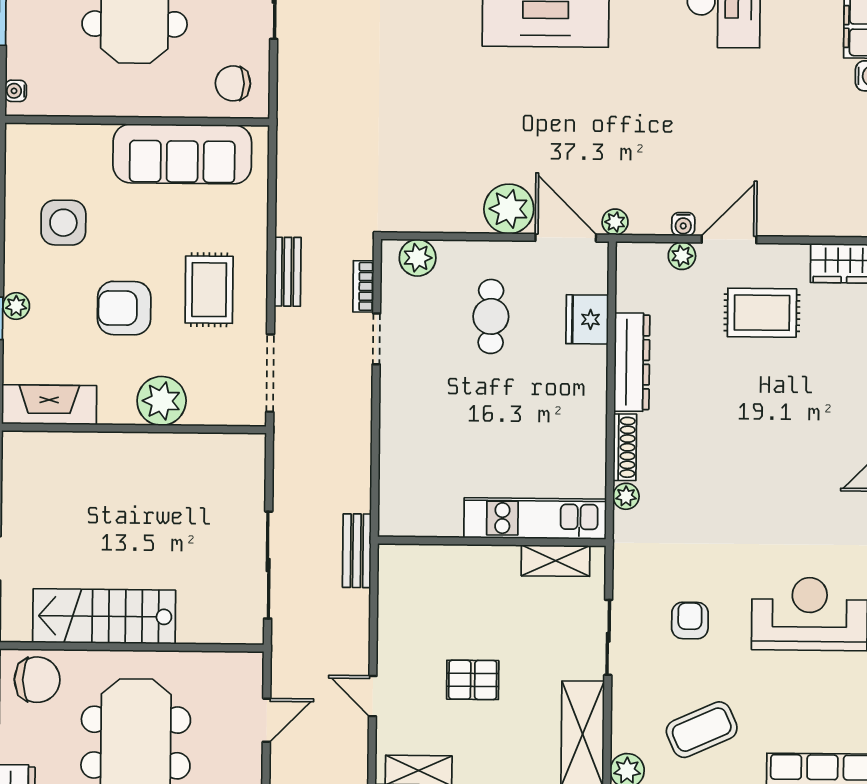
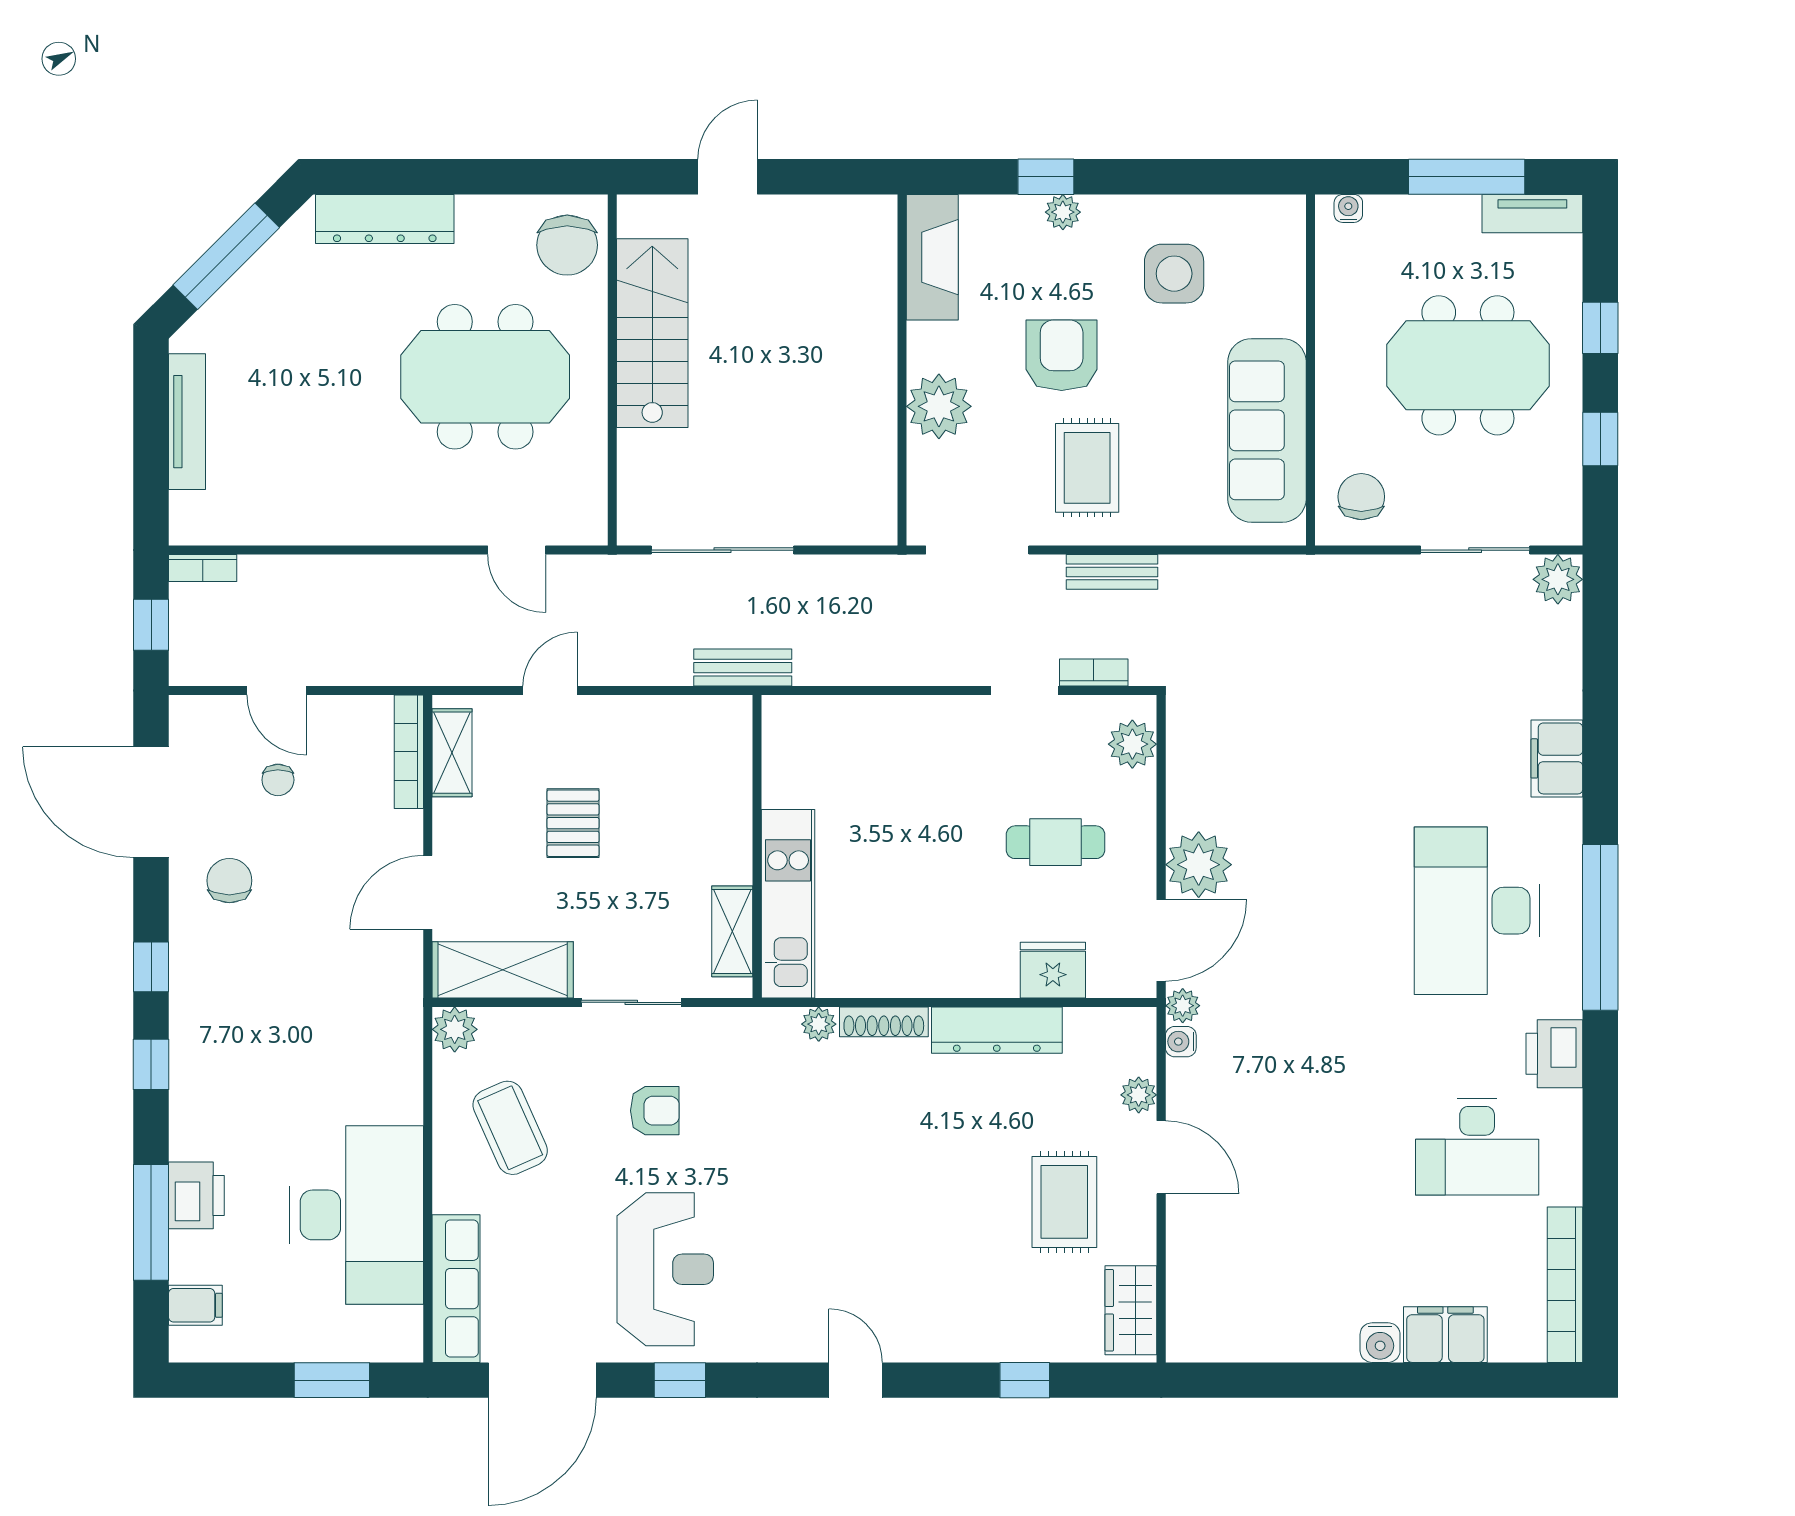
water cooler: (683, 224) -> (1181, 1042), moved
rug: (209, 290) -> (1087, 468), turned 90

